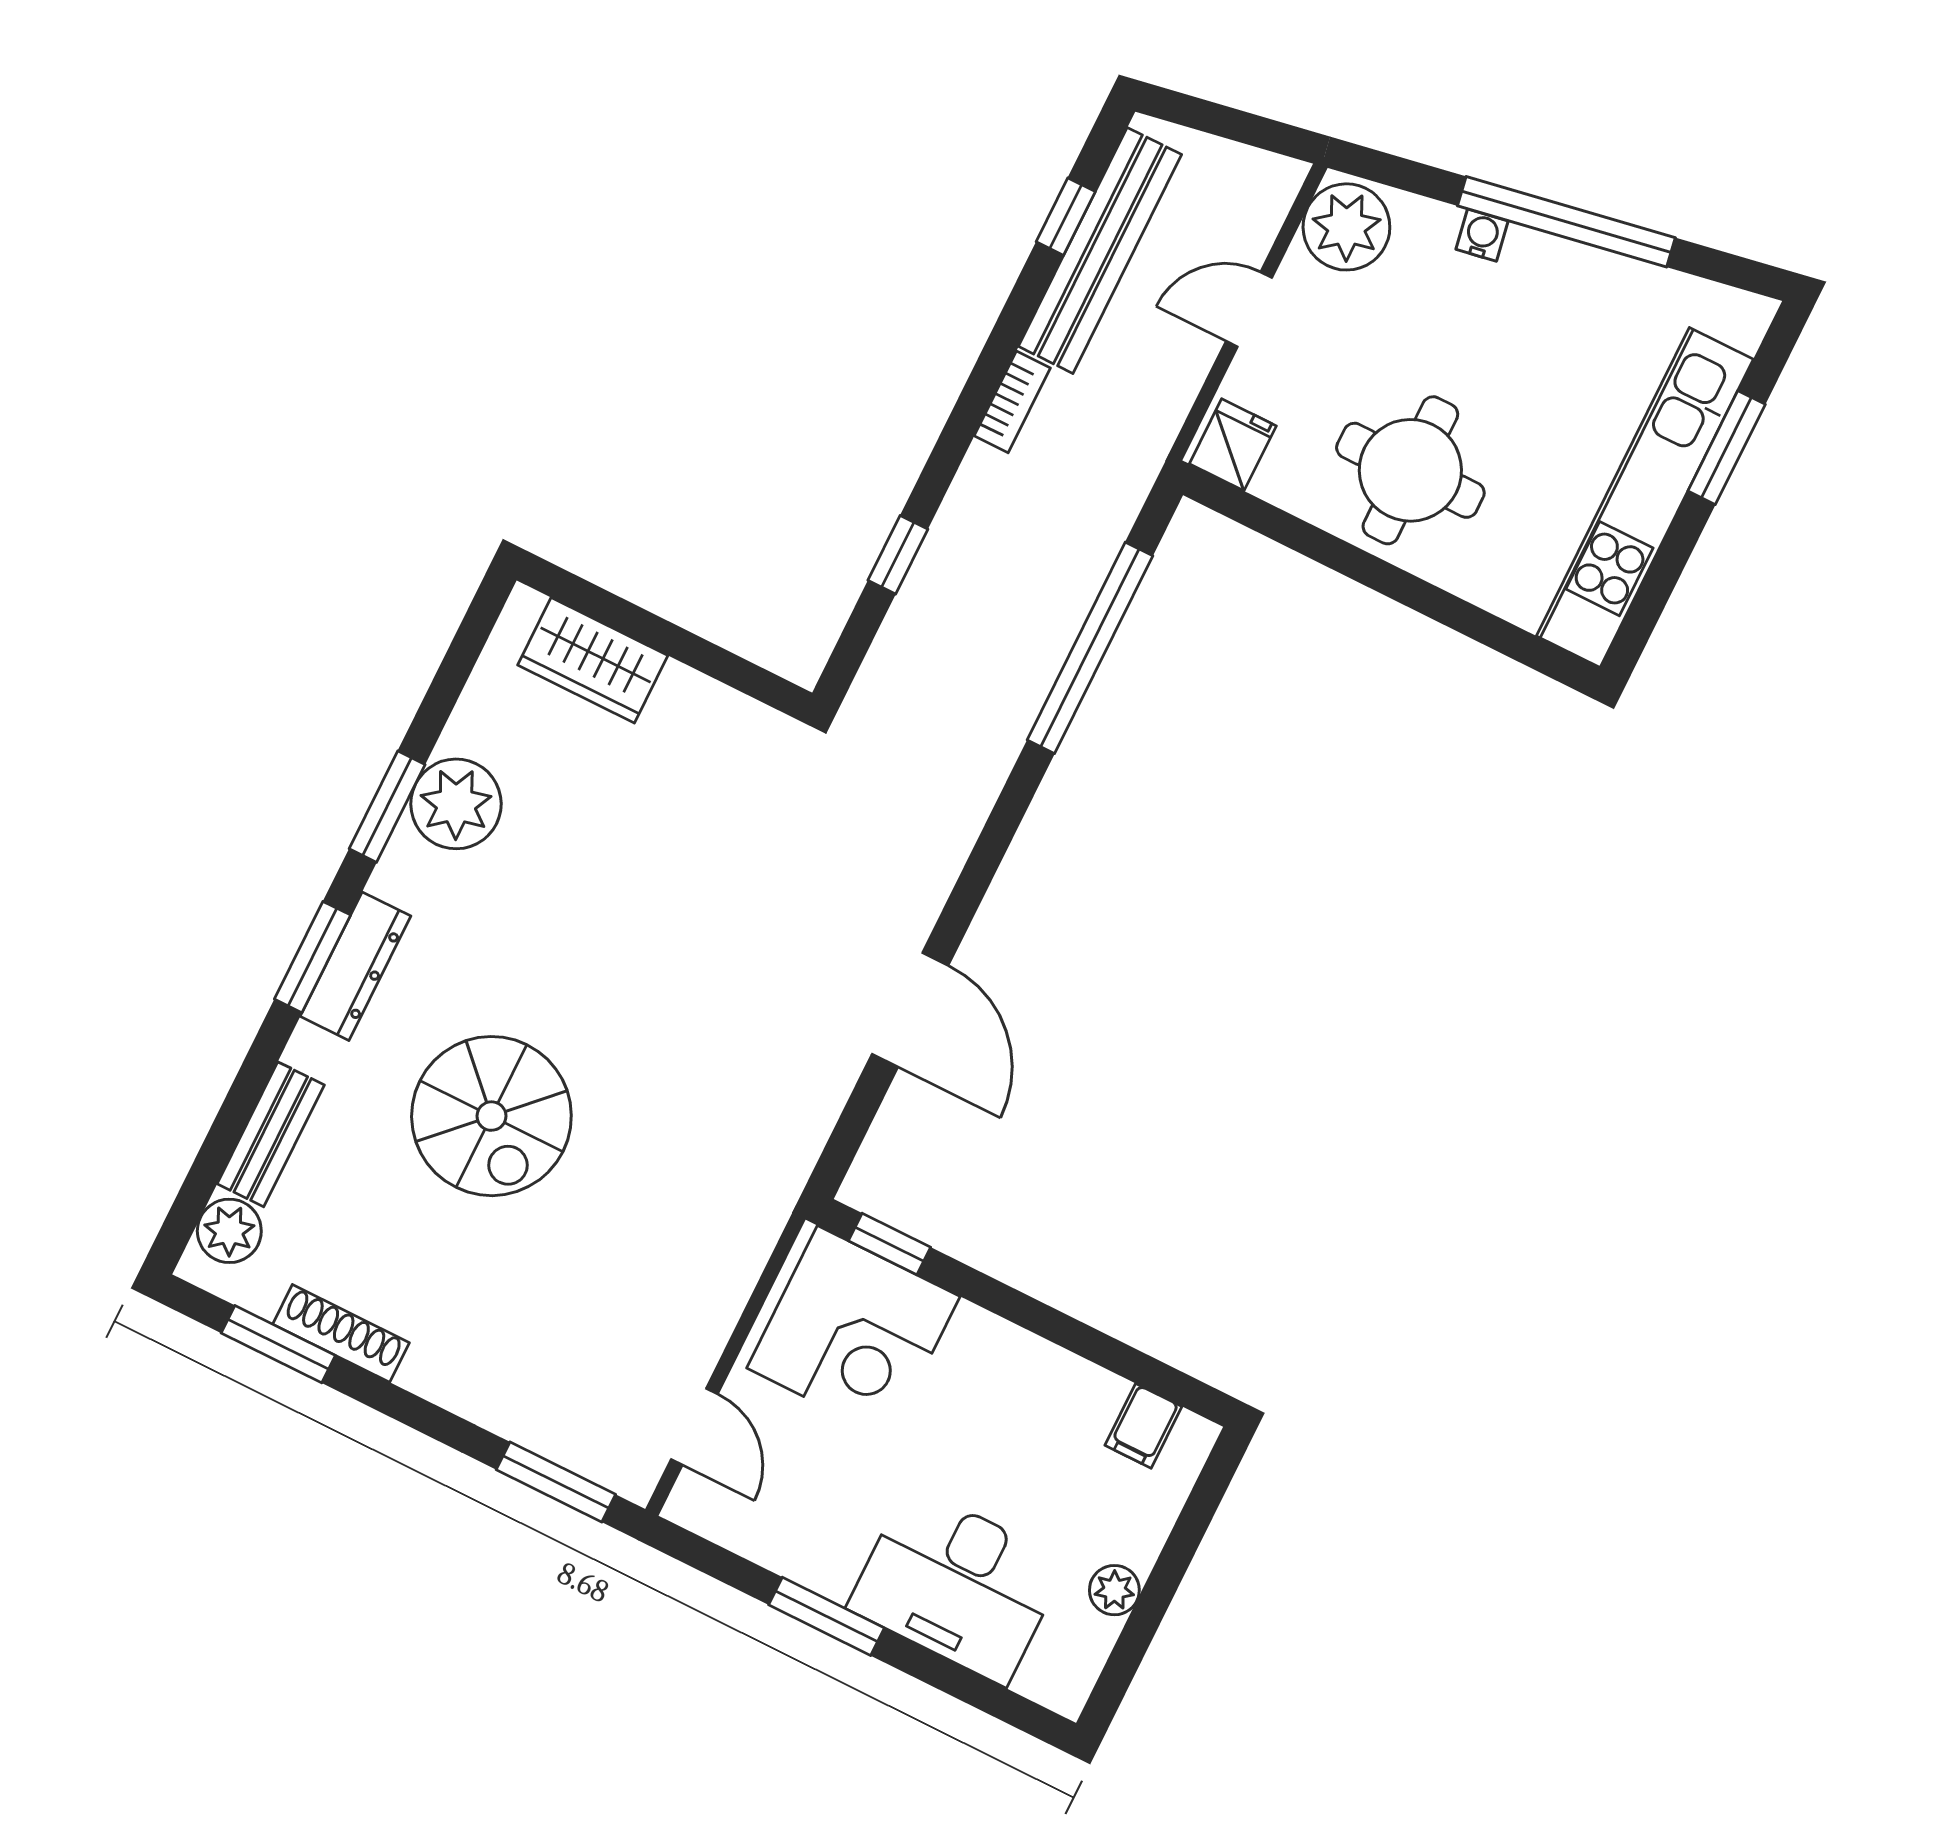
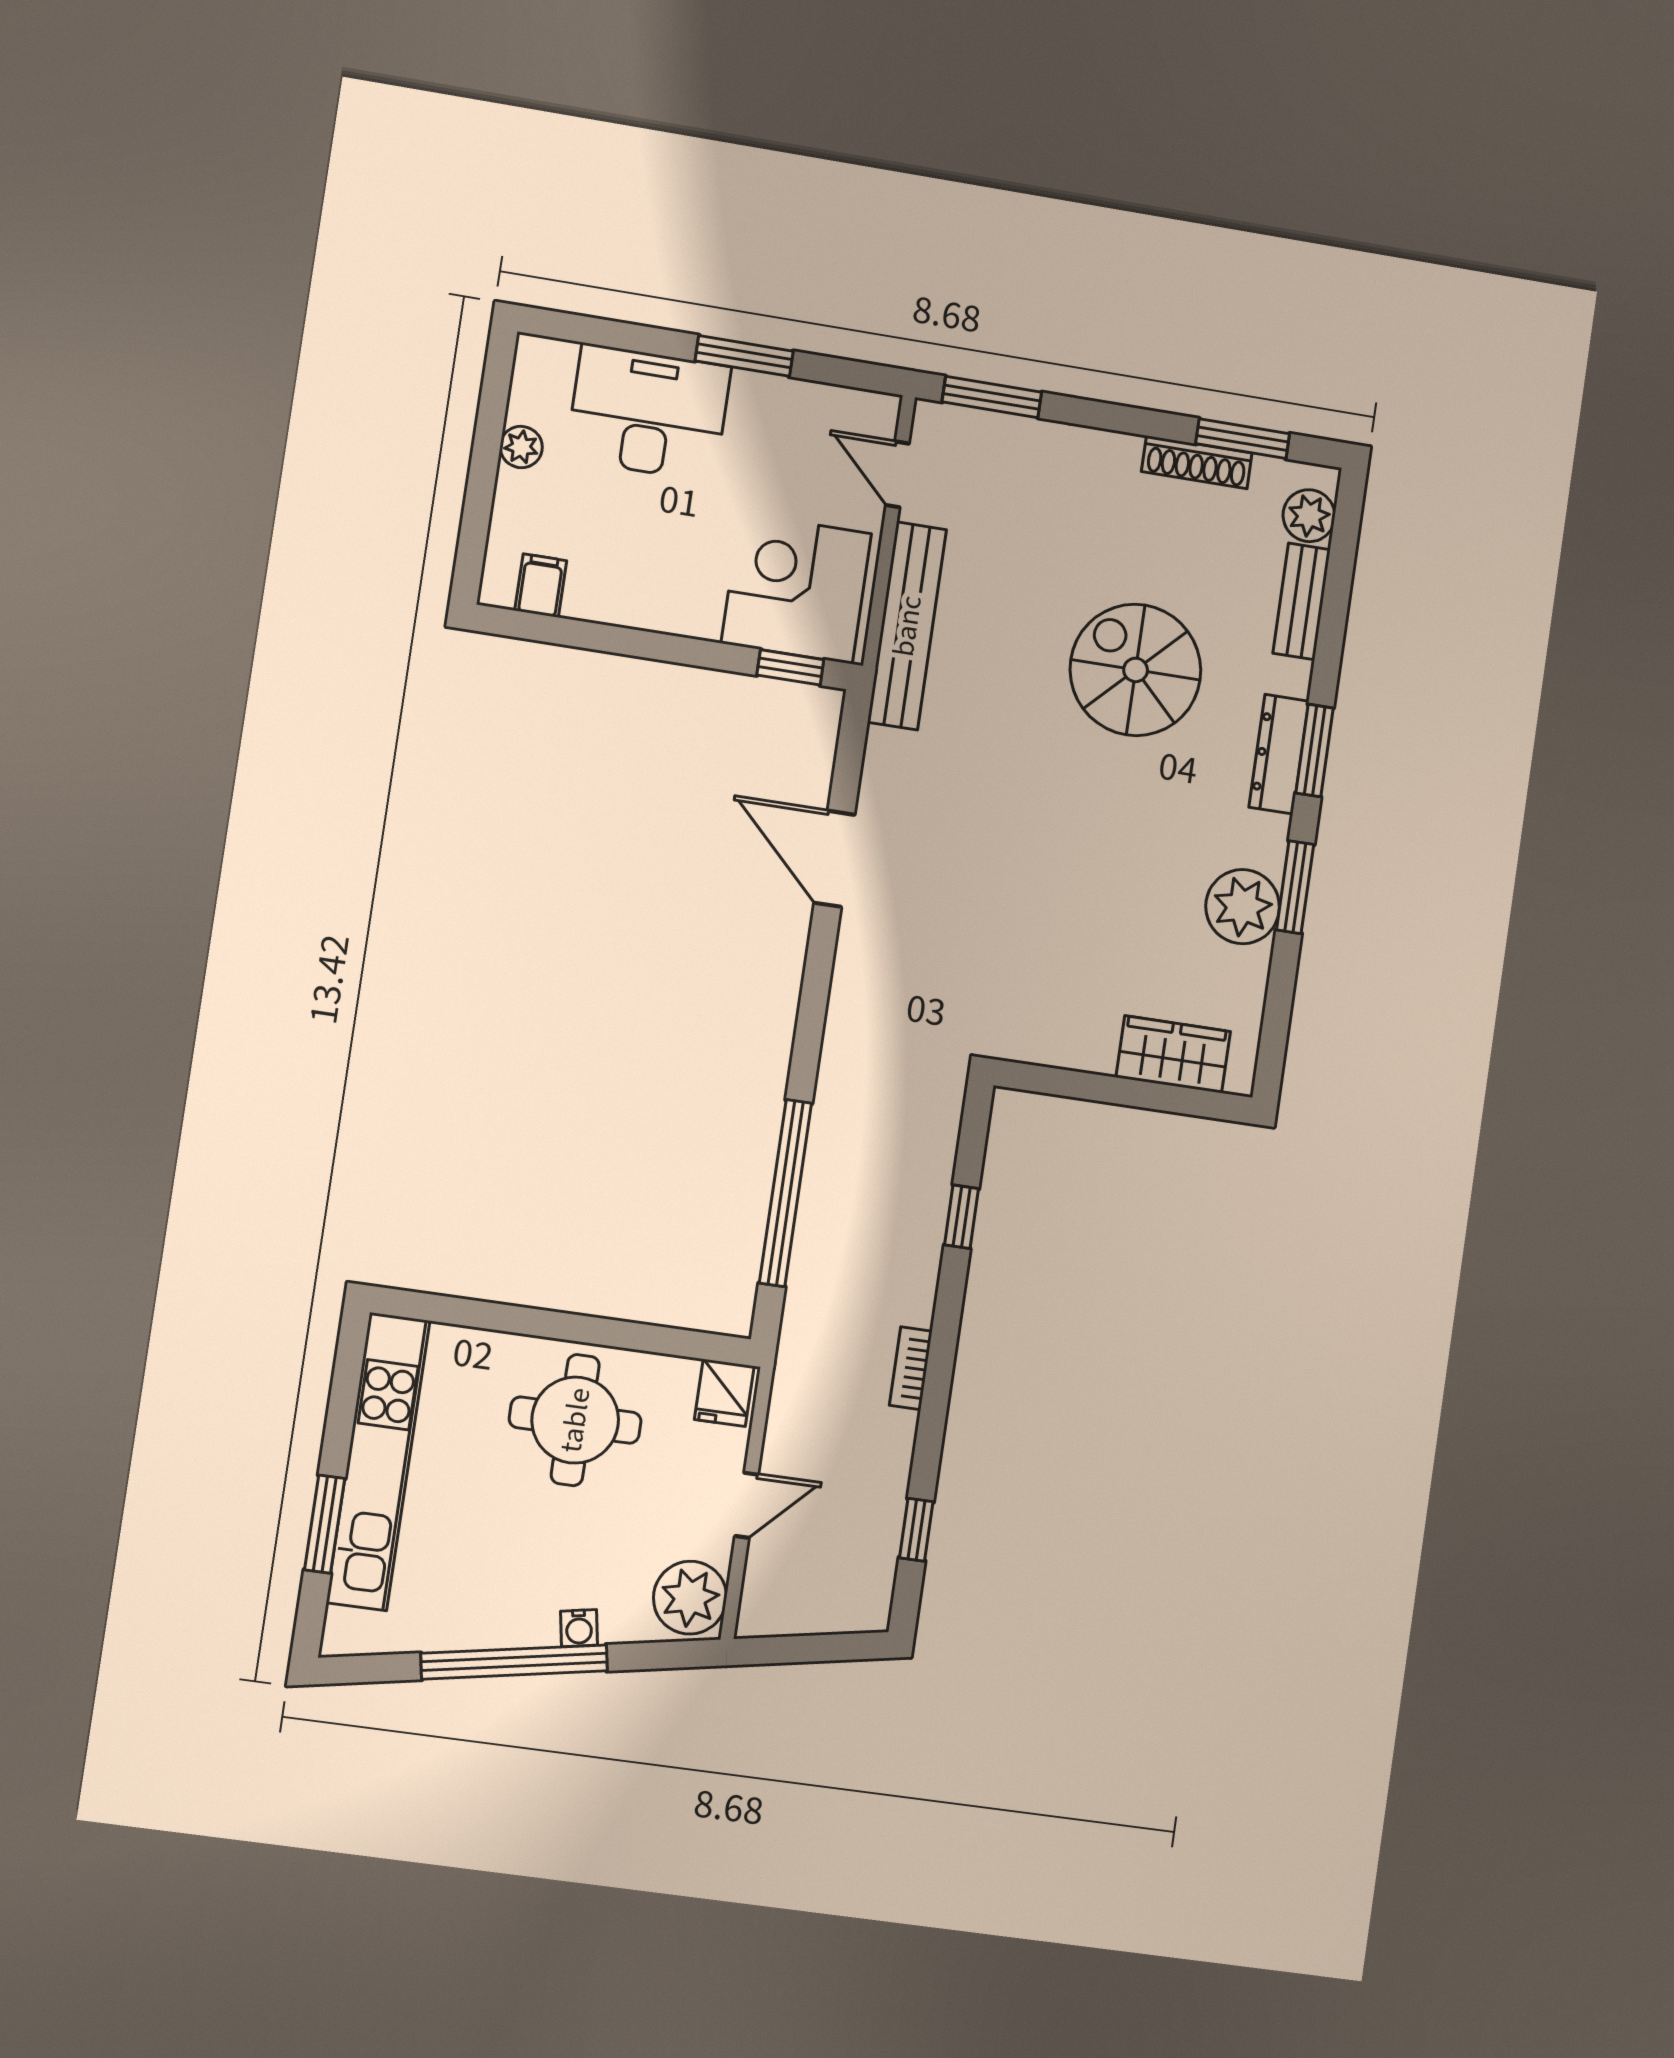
bench: (1100, 250) -> (907, 626), moved

